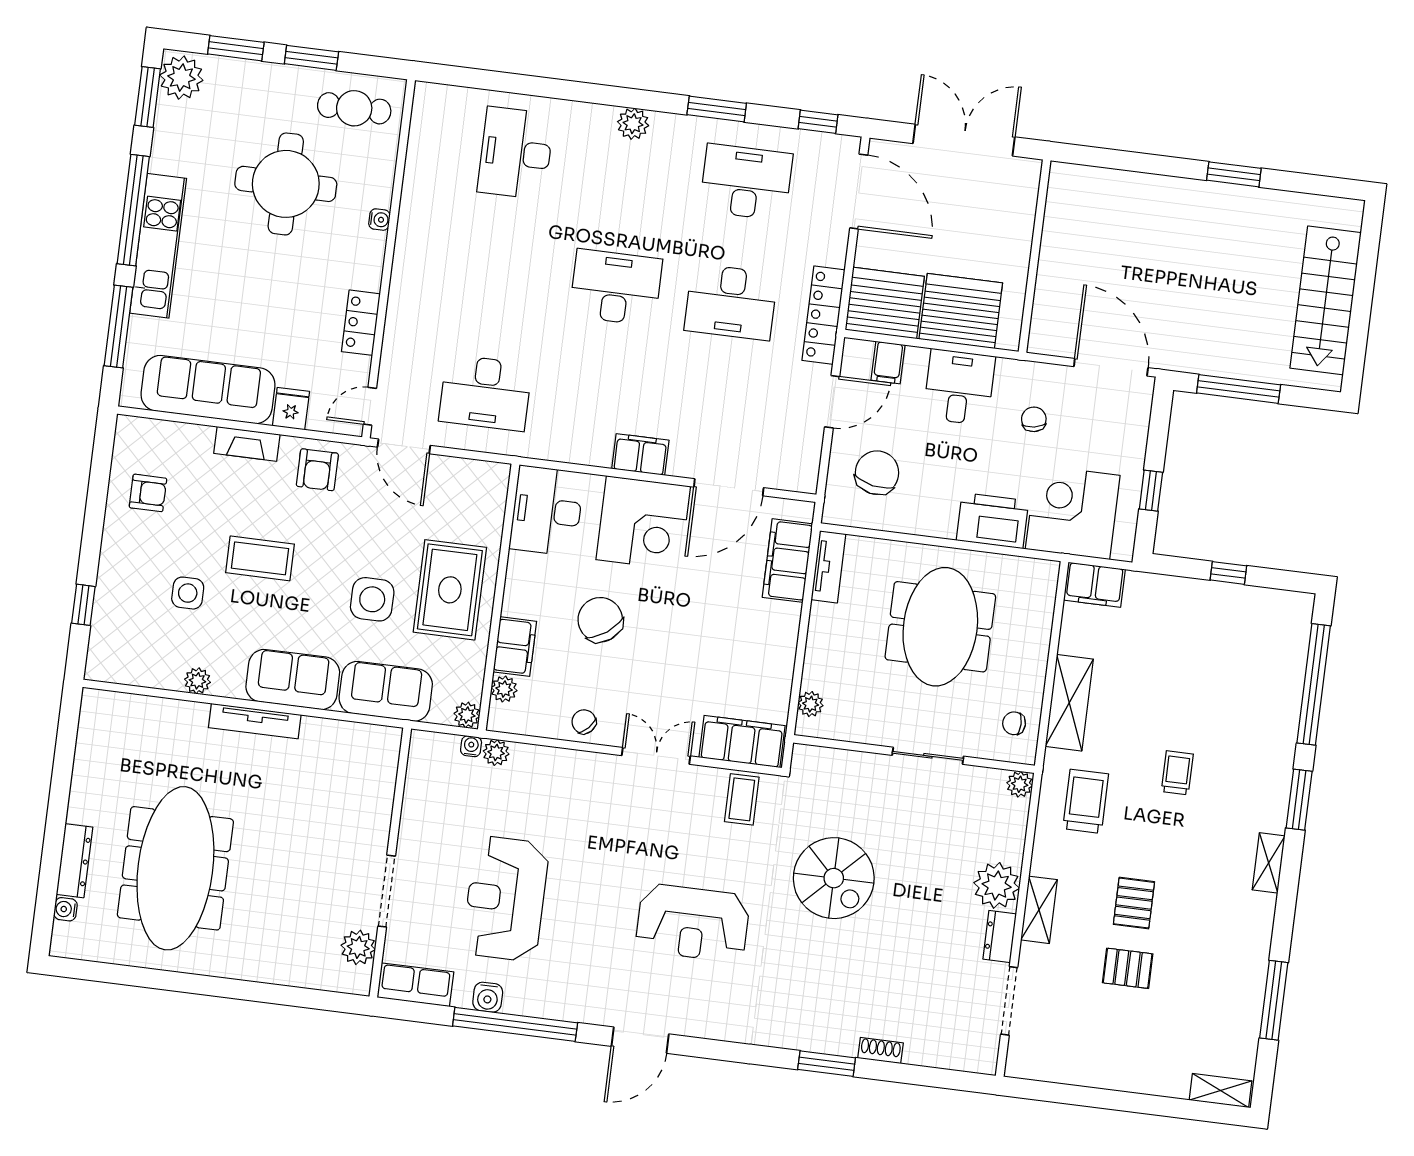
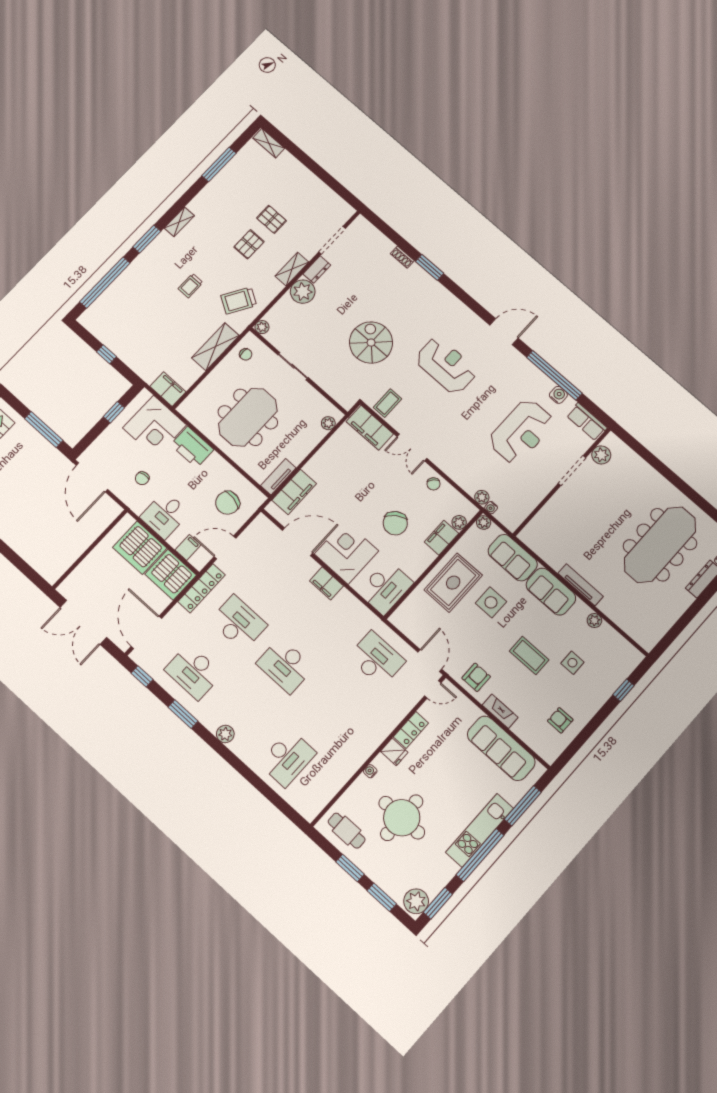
fridge: (291, 409) -> (394, 752), moved, turned -90
trolley: (1086, 801) -> (239, 301), turned 31

